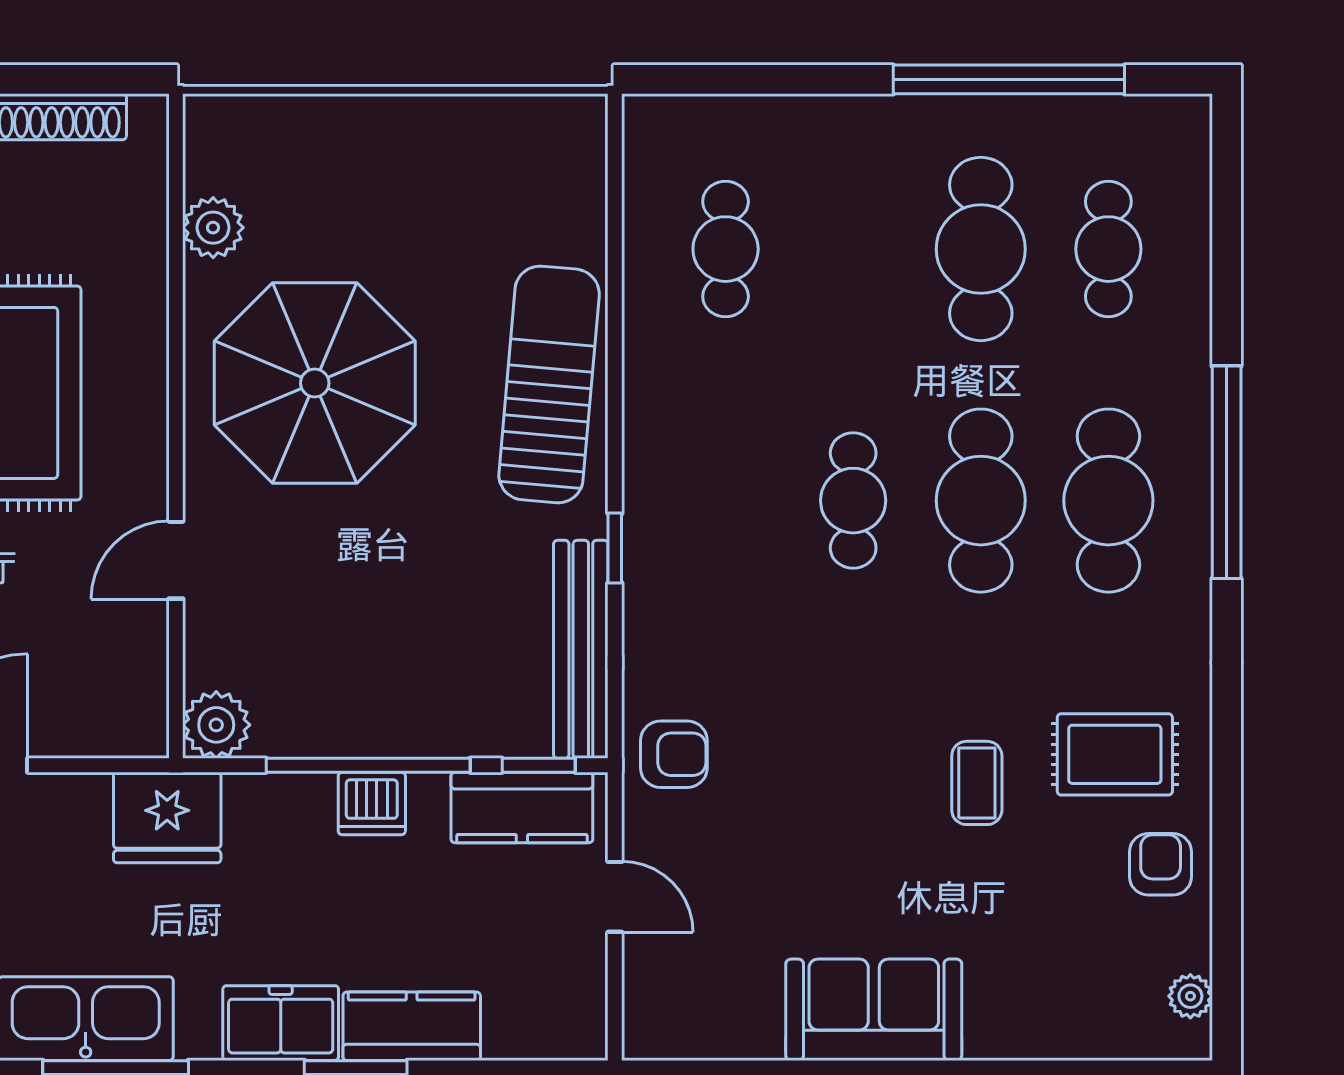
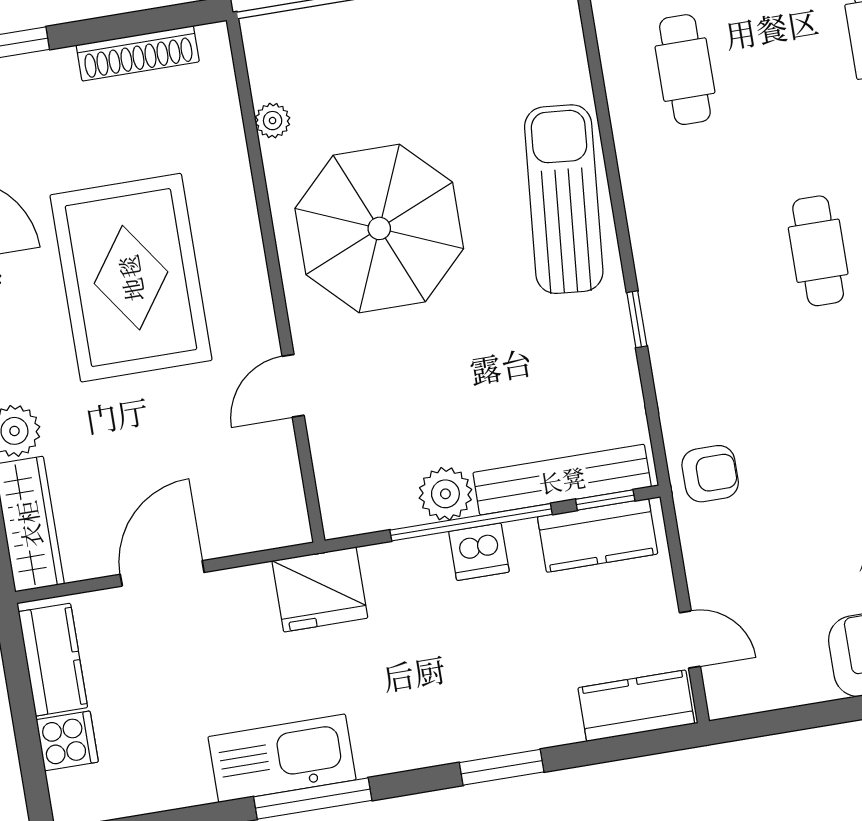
plant: (213, 228) -> (273, 121), width x0.73, depth x0.73
bench: (581, 649) -> (562, 480), moved, turned 90
plant: (216, 725) -> (445, 494), moved
door: (615, 897) -> (690, 639), moved
freezer: (281, 1023) -> (436, 736), removed
kitchen counter: (412, 1026) -> (636, 706), moved

